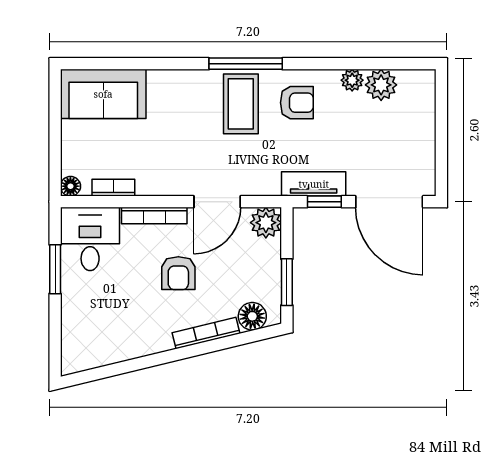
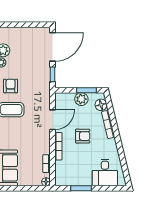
tv unit: (314, 184) -> (45, 79), removed
door: (217, 202) -> (52, 120), hinge flipped
plant: (266, 223) -> (81, 99), moved
desk: (90, 239) -> (105, 172), moved, turned -90

